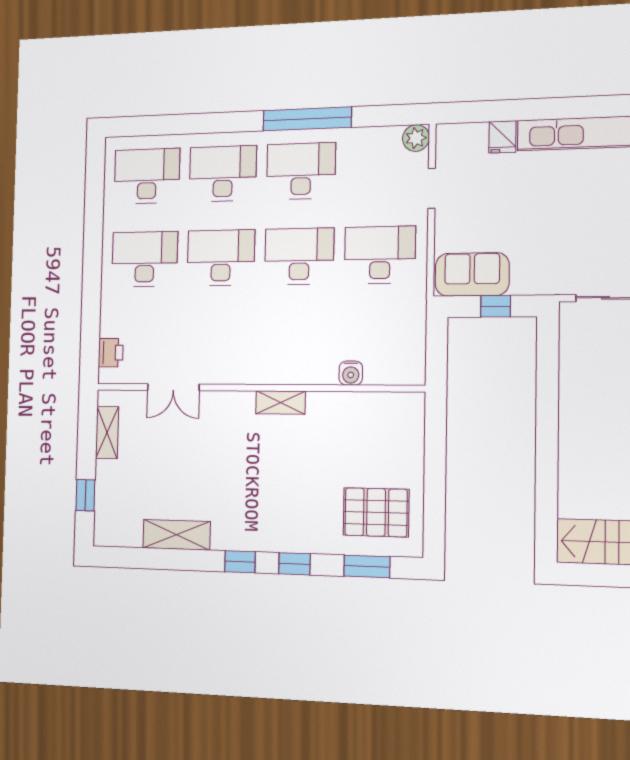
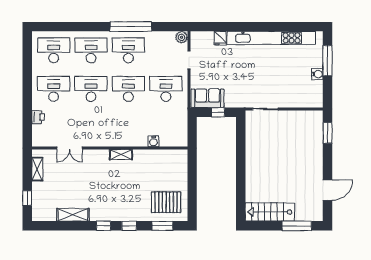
printer: (111, 353) -> (38, 117), moved

